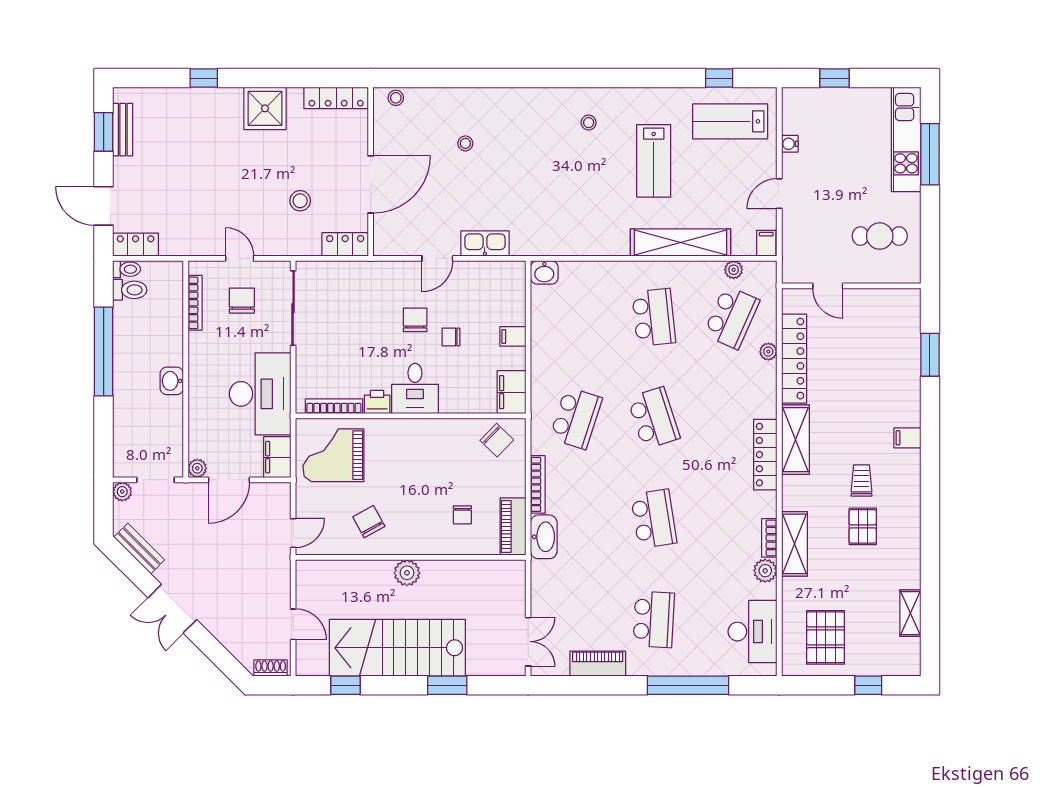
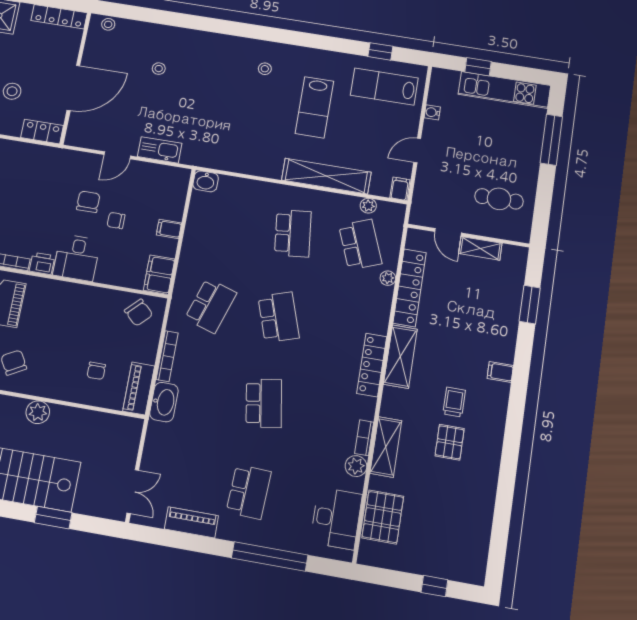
kitchen unit: (906, 139) -> (504, 90), moved, turned -90
school desk: (731, 317) -> (360, 244), turned -45
shelving: (910, 613) -> (480, 248), moved, turned 90
pallet: (826, 637) -> (383, 517), moved

